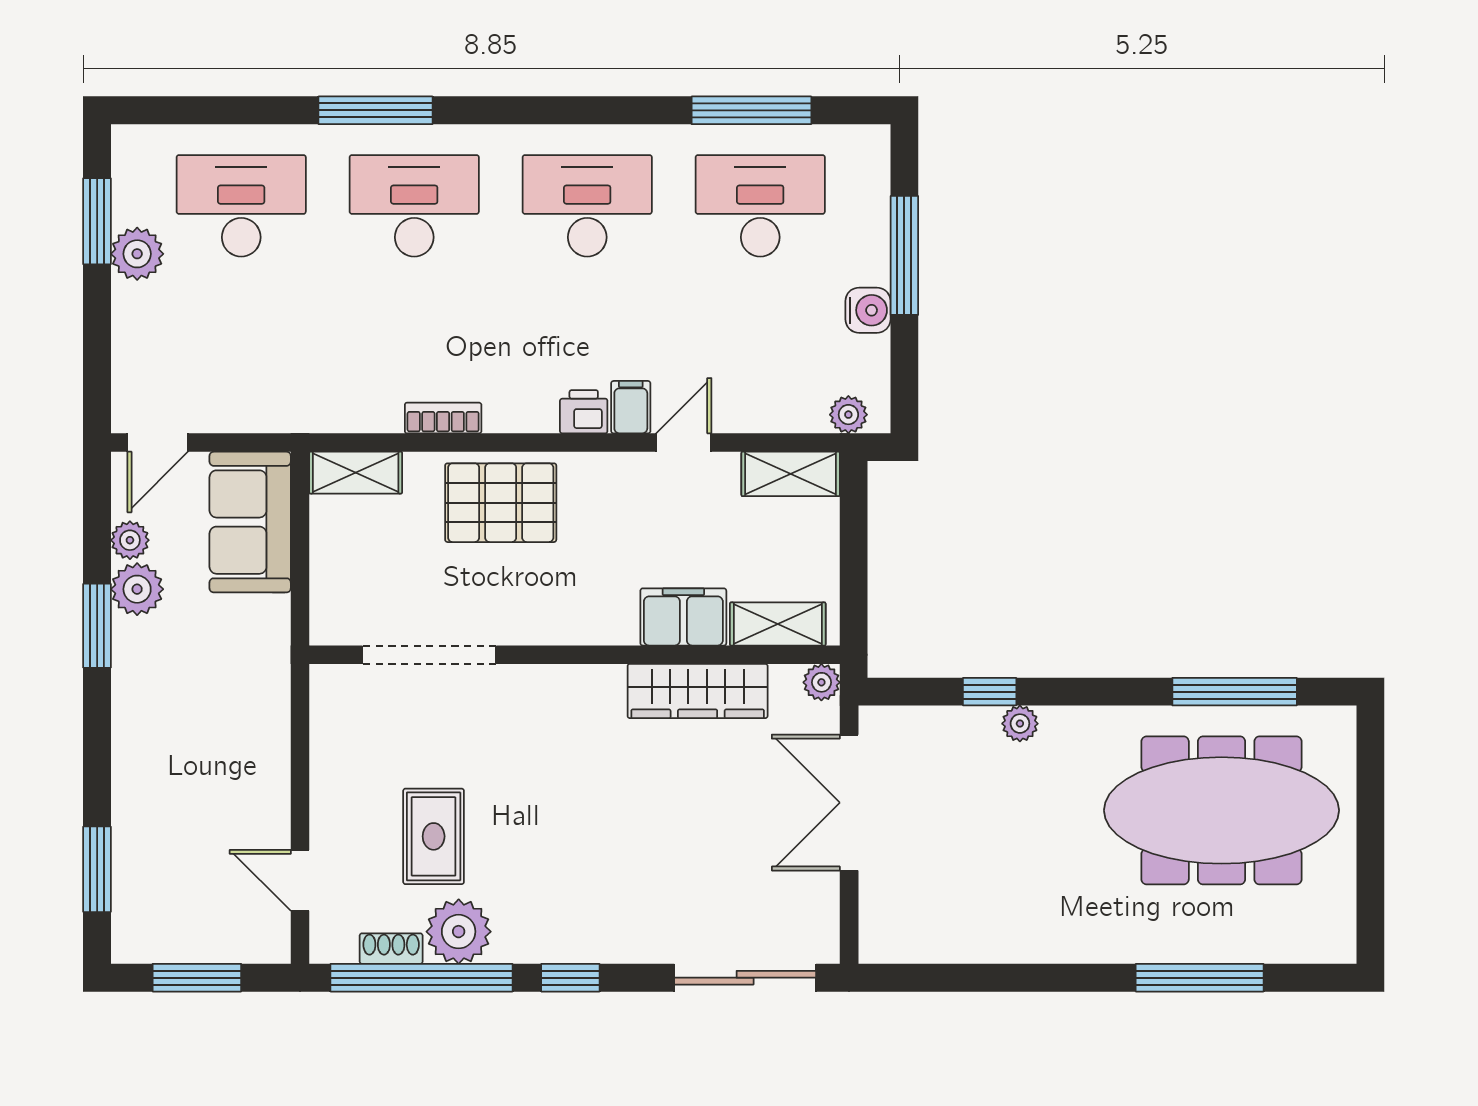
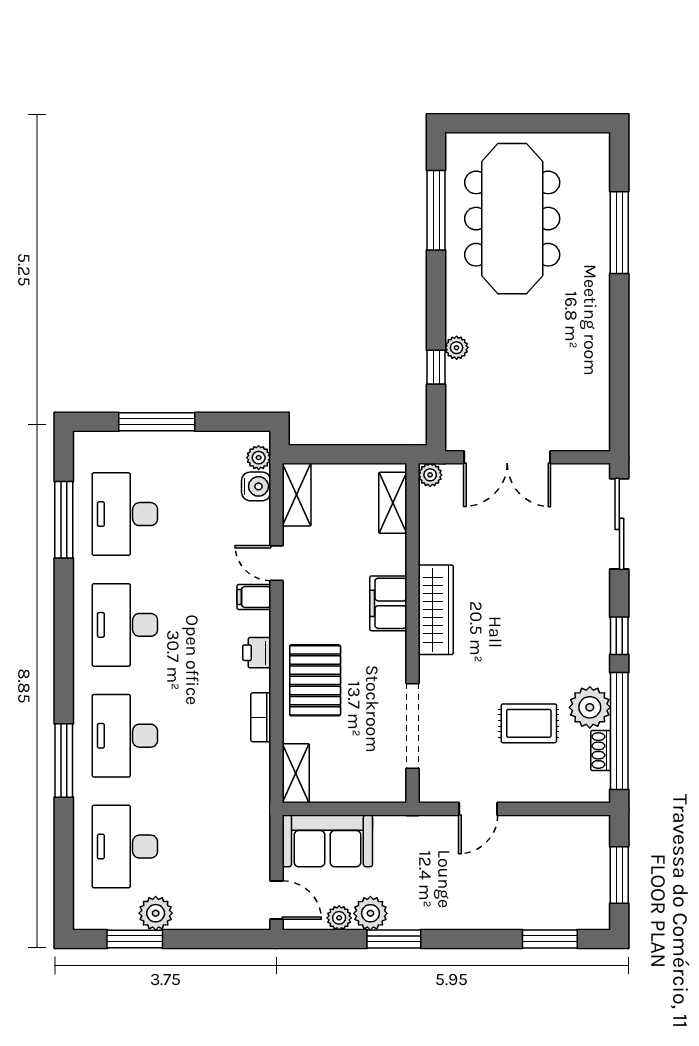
water cooler: (868, 310) -> (256, 486), moved, turned 90
printer: (584, 412) -> (257, 653), moved
filing cabinet: (683, 617) -> (388, 603), moved
wardrobe: (698, 691) -> (436, 610), moved
door: (300, 880) -> (478, 809), moved

